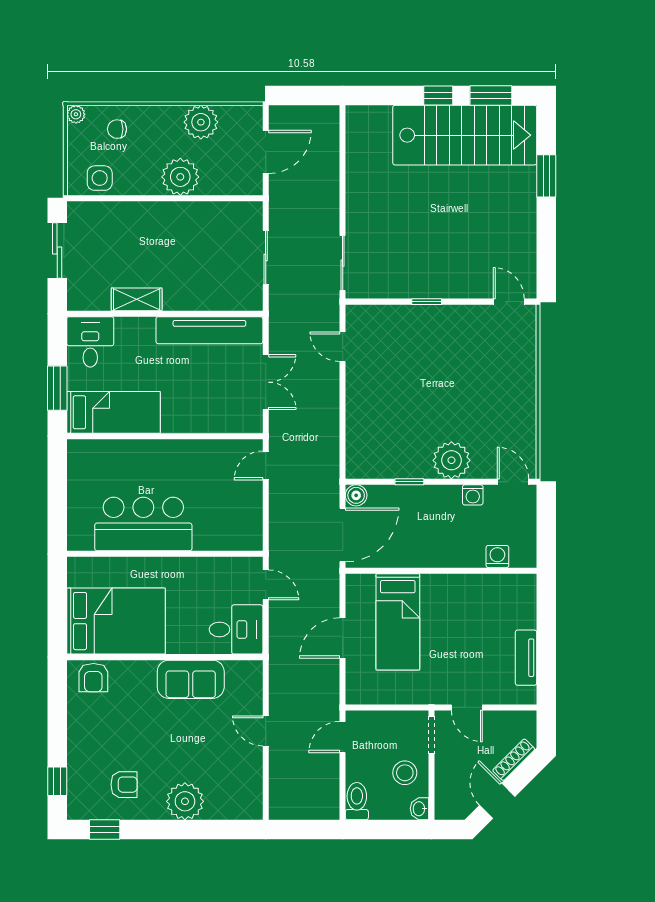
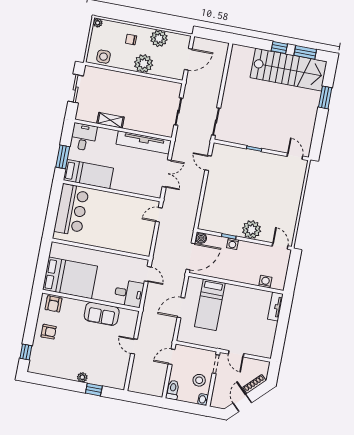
chair: (117, 129) -> (131, 40), moved
washing machine: (473, 495) -> (232, 244), moved
bar counter: (143, 524) -> (71, 210), moved, turned 90
tv unit: (526, 658) -> (275, 307), moved
armchair: (124, 785) -> (49, 332), moved
plant: (185, 801) -> (82, 377), width x0.53, depth x0.53
window: (105, 830) -> (94, 390), moved

